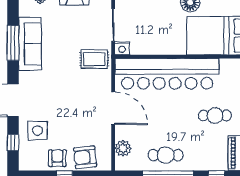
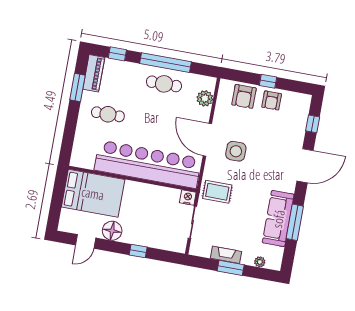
side table: (38, 130) -> (236, 151), moved
armchair: (85, 157) -> (244, 96), turned 96

